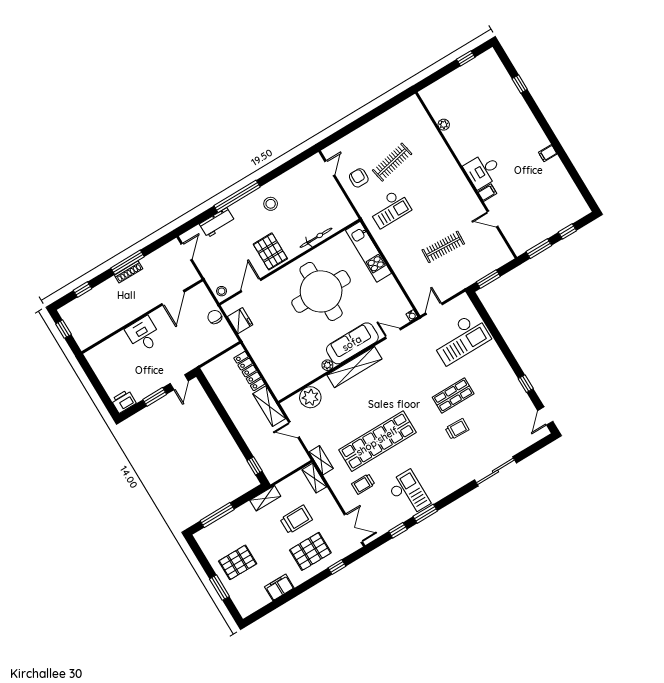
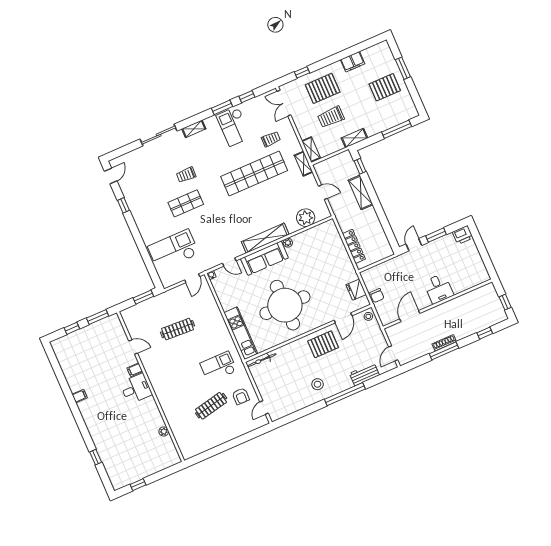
bicycle: (316, 238) -> (262, 360), moved
pallet: (270, 251) -> (323, 344), turned 90
shelving: (269, 406) -> (361, 192), moved
shelving: (455, 484) -> (194, 129), added

